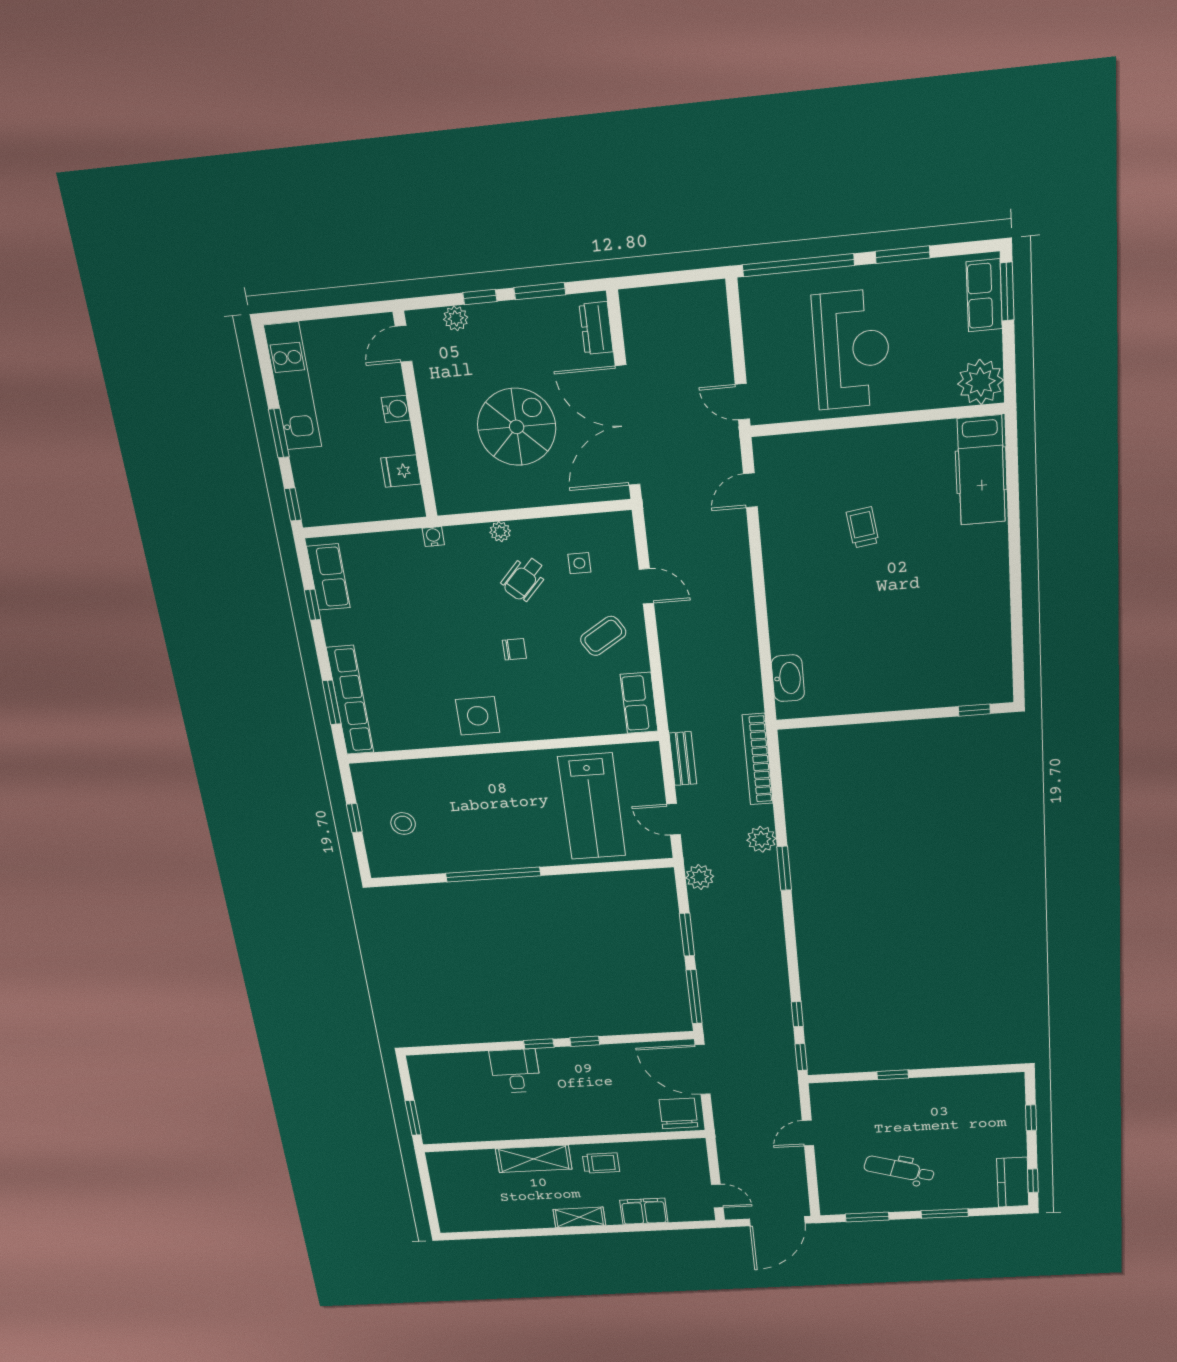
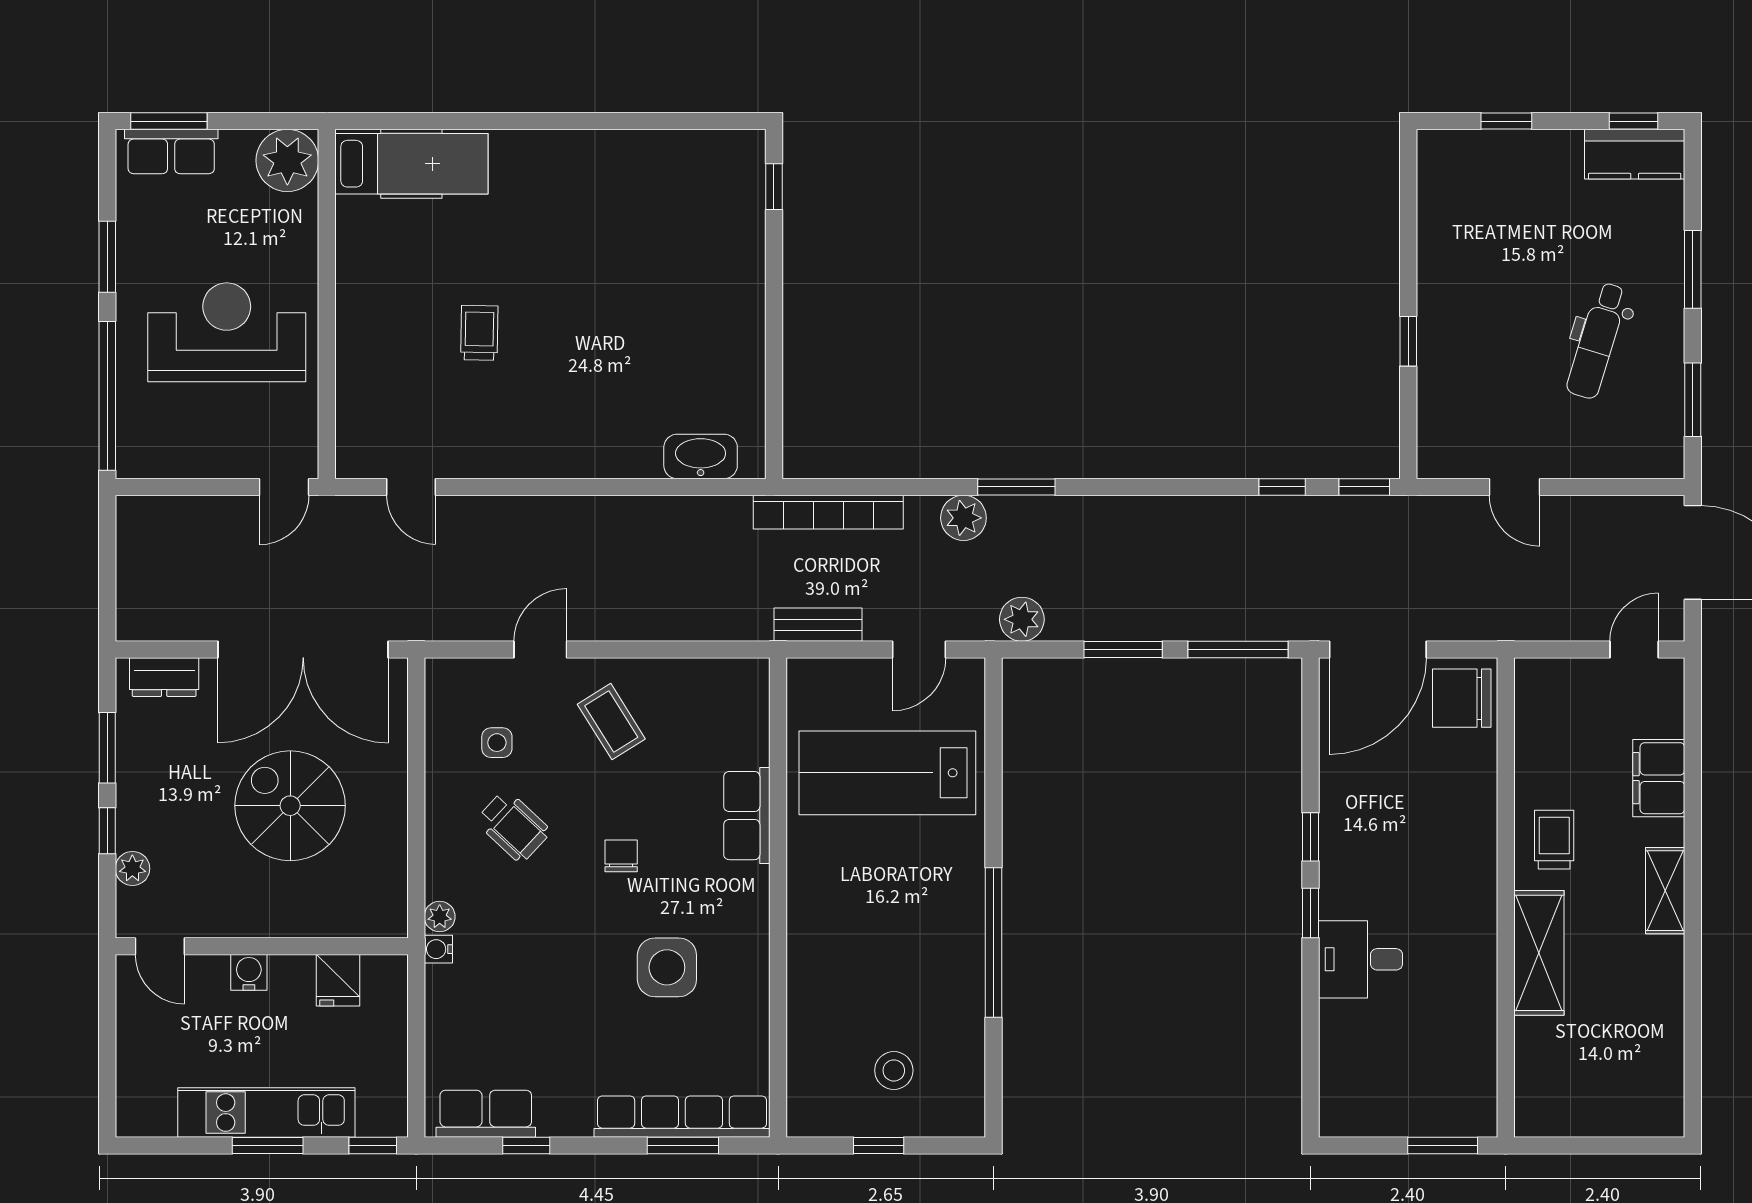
kitchen unit: (293, 386) -> (266, 1113), moved
trolley: (863, 527) -> (479, 333), turned 99
plant: (500, 532) -> (440, 917), moved
row of seats: (639, 703) -> (747, 816), moved, turned 90
side table: (478, 716) -> (667, 967), moved
lab bench: (592, 806) -> (887, 773), turned 180

